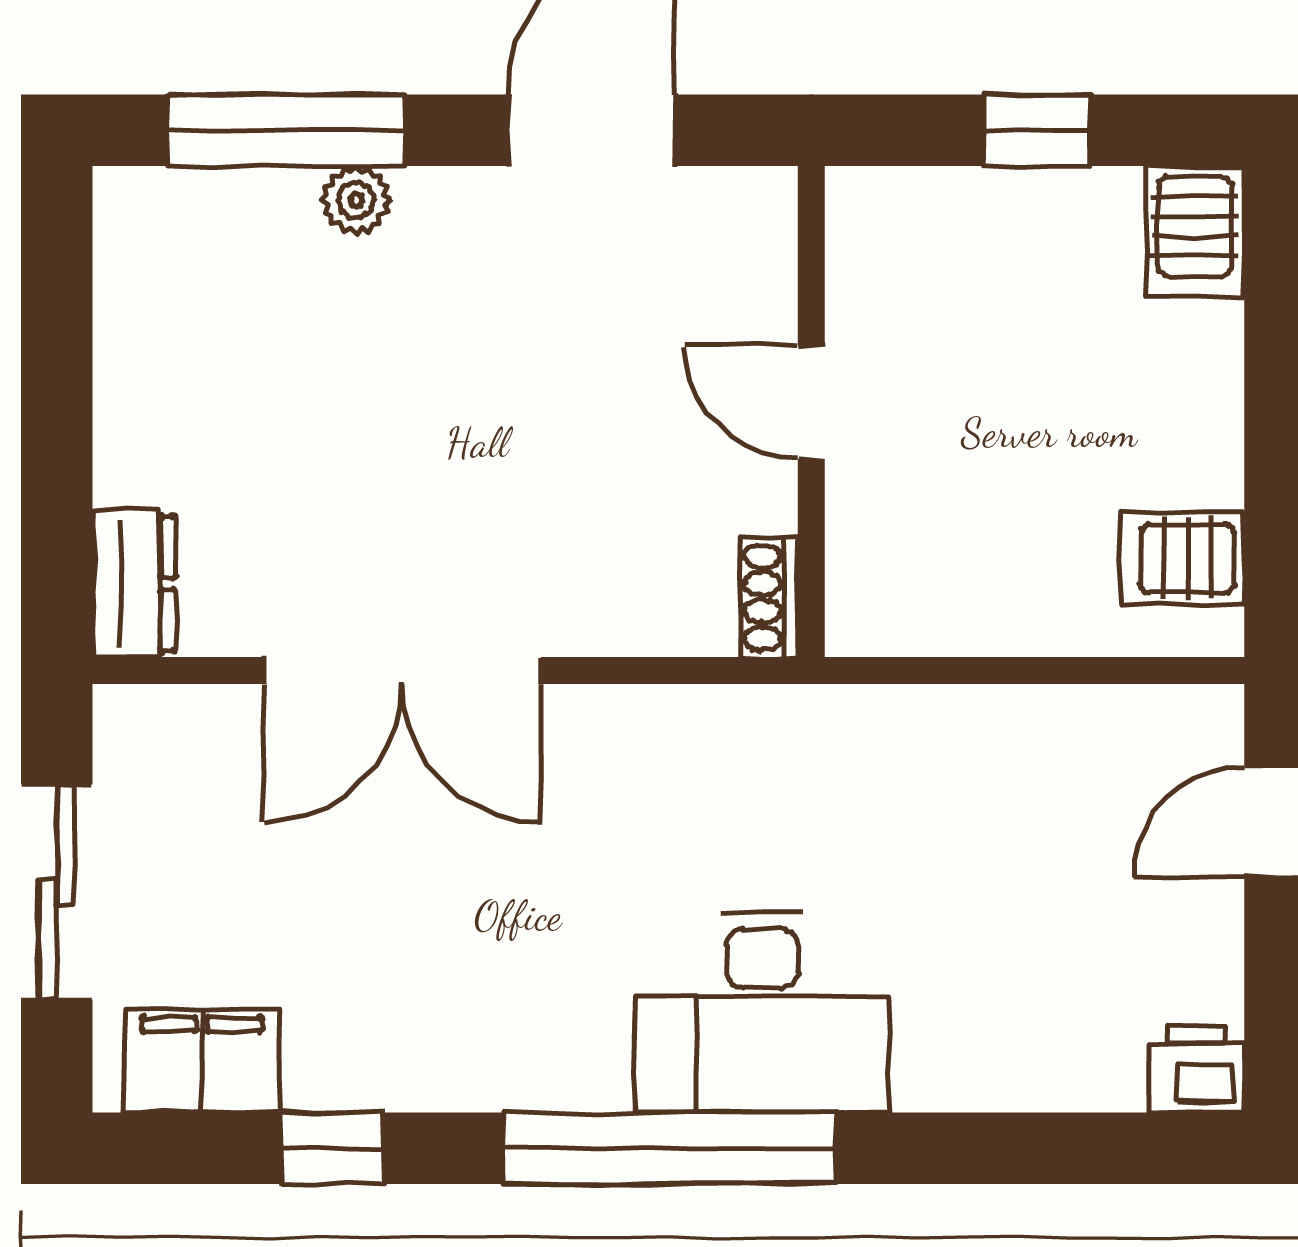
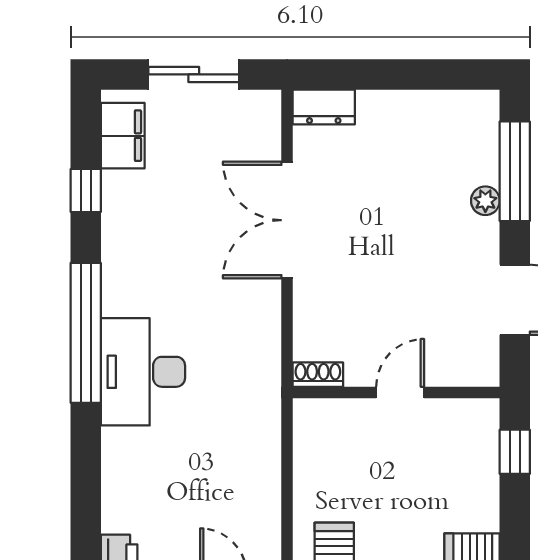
window: (1037, 130) -> (515, 452), moved

